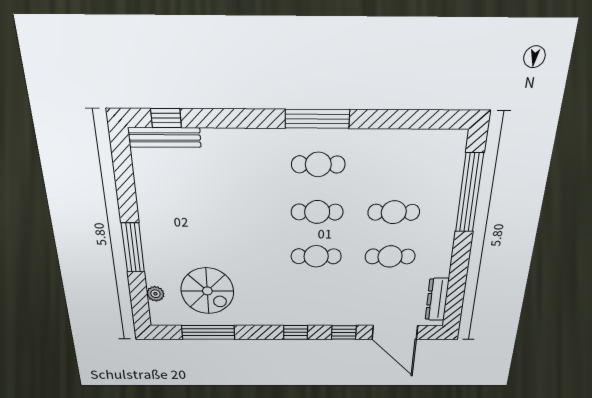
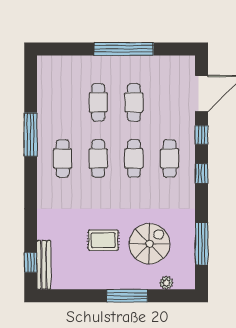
window: (317, 119) -> (31, 135), moved
window: (469, 193) -> (124, 49), moved
rug: (205, 218) -> (103, 240), added
spiral stairs: (207, 291) -> (149, 244), moved
cafe table: (315, 298) -> (170, 158), added
dresser: (437, 299) -> (171, 63), removed

